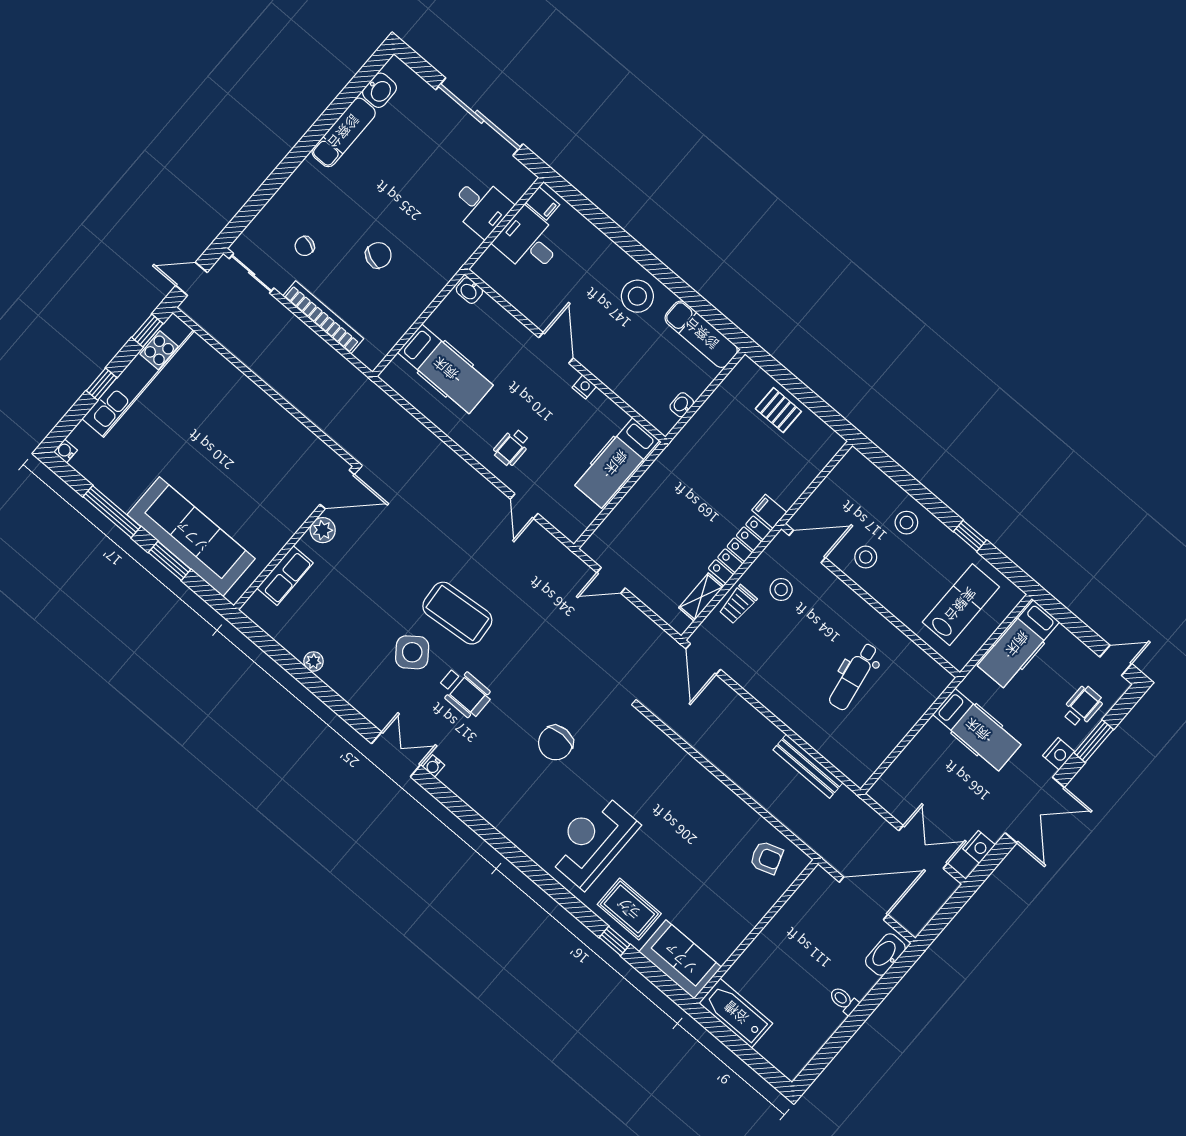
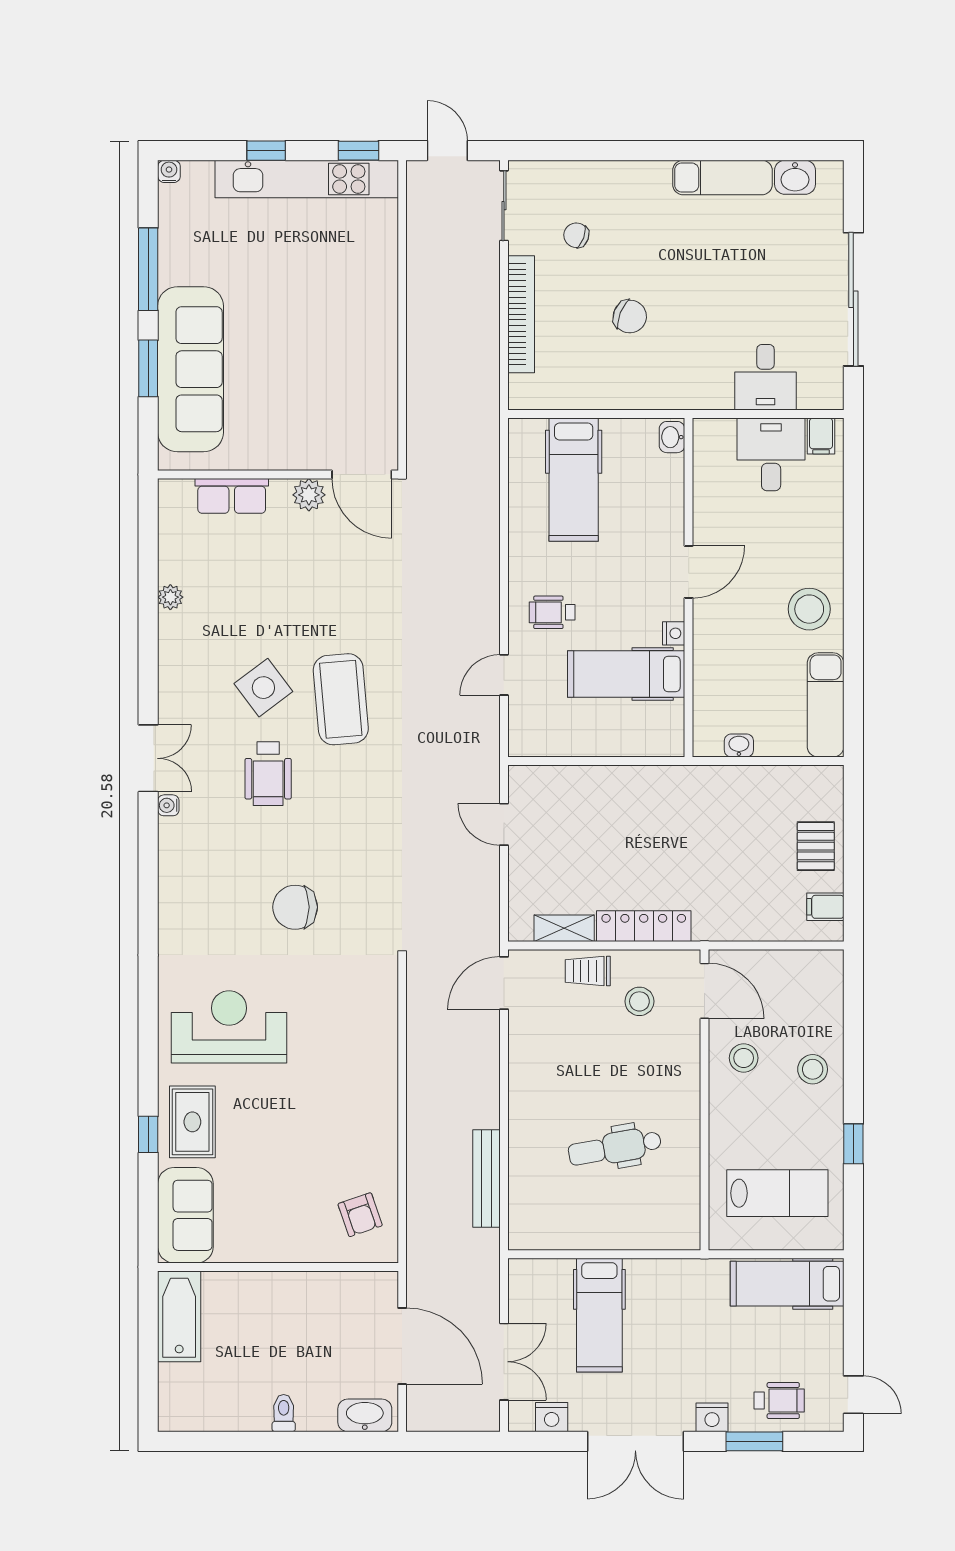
hospital bed: (617, 463) -> (626, 674), moved
filing cabinet: (769, 511) -> (825, 907), moved, turned -90
hospital bed: (977, 730) -> (599, 1315), moved

